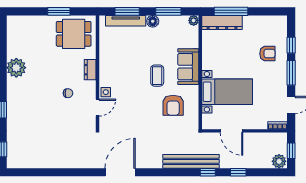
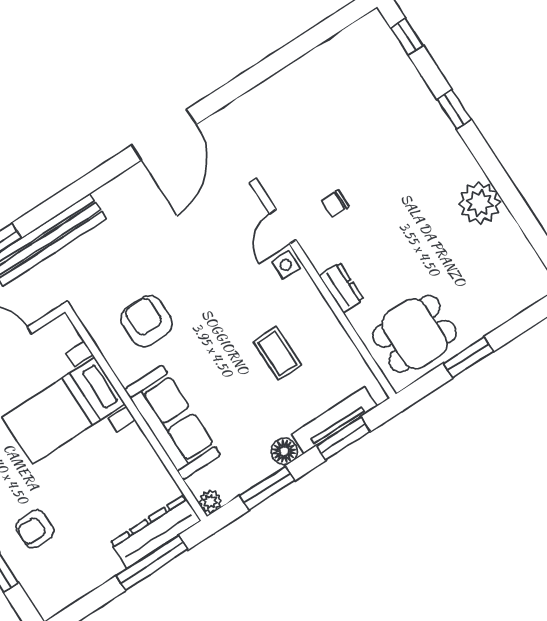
sofa: (188, 67) -> (173, 422), width x1.36
coffee table: (157, 76) -> (277, 353), moved
chair: (68, 93) -> (335, 204), moved

